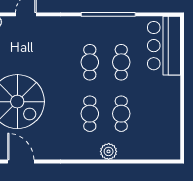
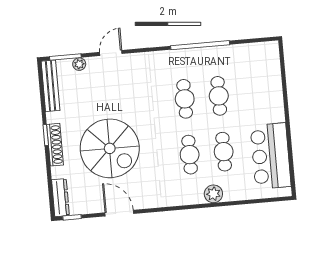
bar counter: (164, 46) -> (271, 156), moved

